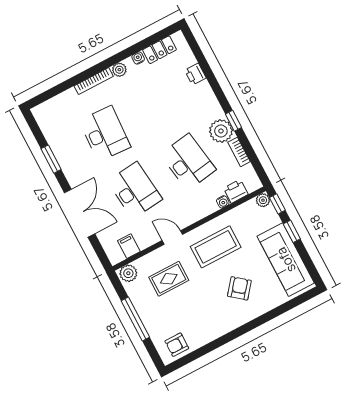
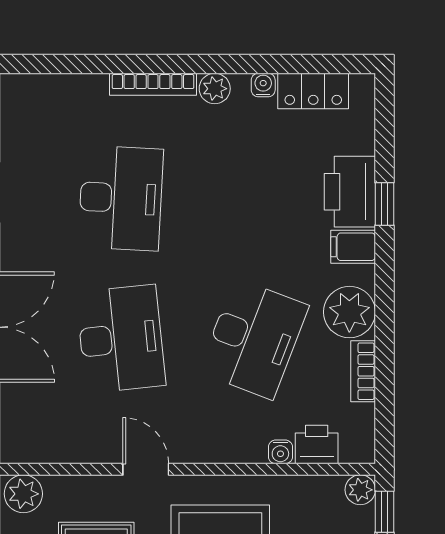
printer: (195, 74) -> (350, 192), width x1.87, depth x1.48
window: (234, 121) -> (384, 204), moved
desk: (188, 162) -> (254, 339), turned 30
filing cabinet: (129, 246) -> (353, 247), moved, turned -90

